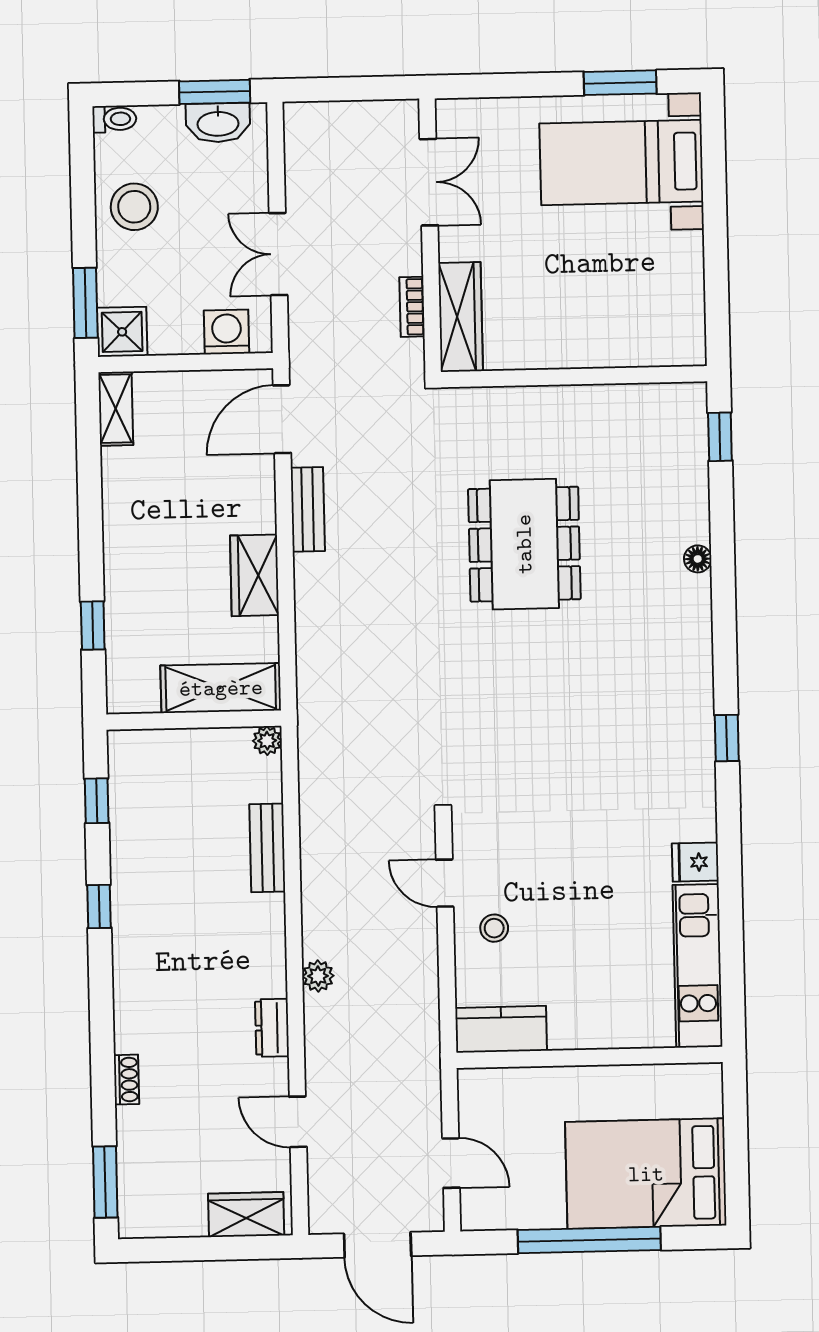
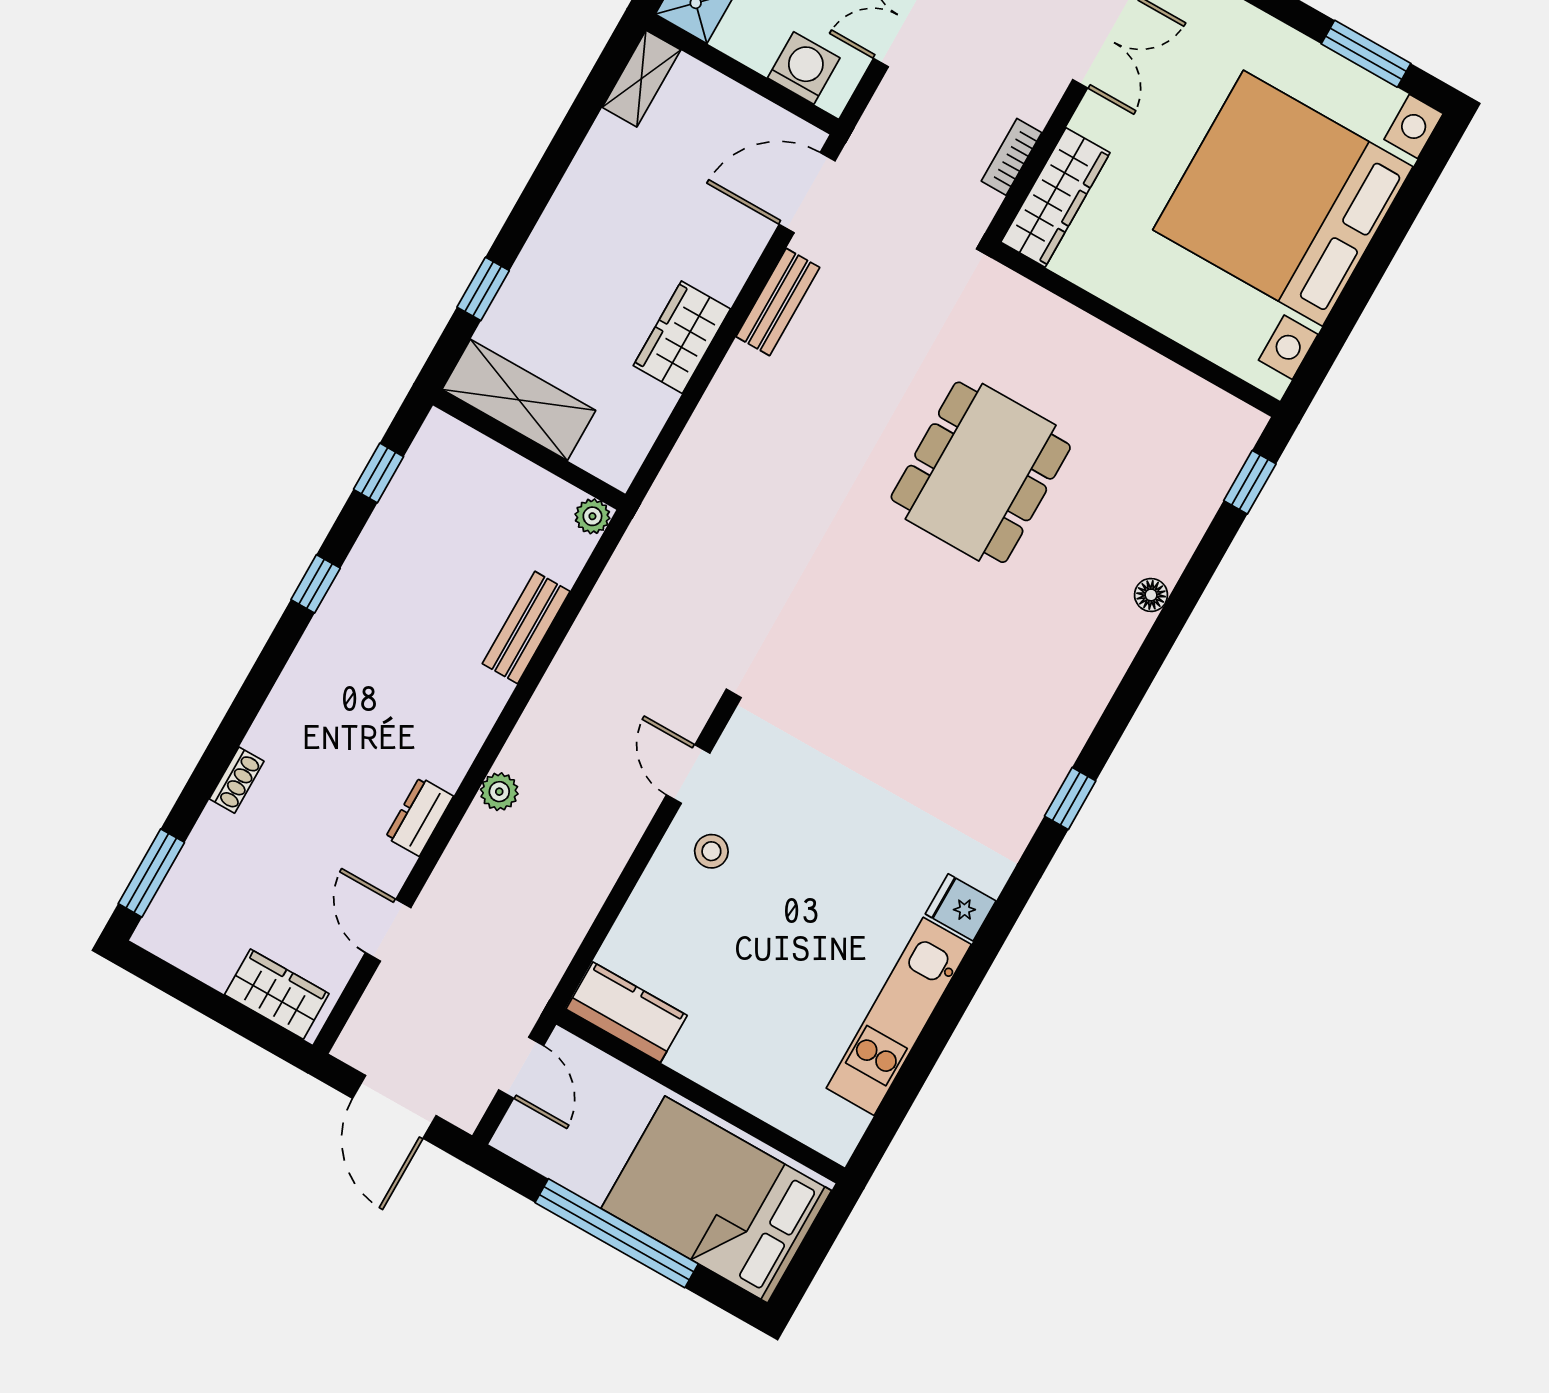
bed with nightstands: (621, 163) -> (1283, 198), width x1.85
shelving: (221, 688) -> (519, 400), moved
kitchen counter: (501, 1029) -> (627, 1012), moved
wall: (589, 1057) -> (700, 1096), moved

